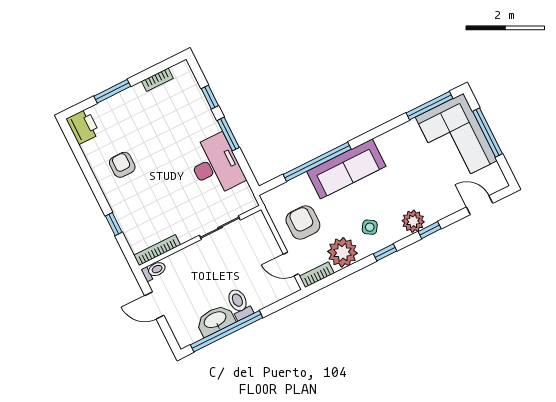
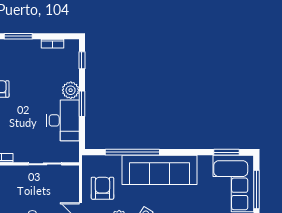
window: (210, 97) -> (82, 60), moved
window: (429, 106) -> (227, 152), width x0.69
plant: (207, 125) -> (71, 90), added
sofa: (346, 169) -> (159, 170), width x1.36, depth x1.27

